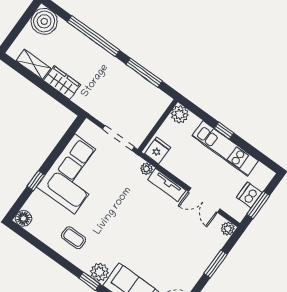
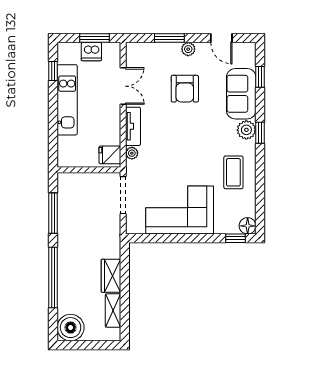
plant: (180, 114) -> (66, 158), removed
window: (224, 131) -> (53, 71), moved
window: (36, 181) -> (236, 238), moved
plant: (228, 229) -> (188, 49), moved
coffee table: (74, 238) -> (233, 172), width x1.36, depth x1.30
armchair: (167, 247) -> (185, 89), added

